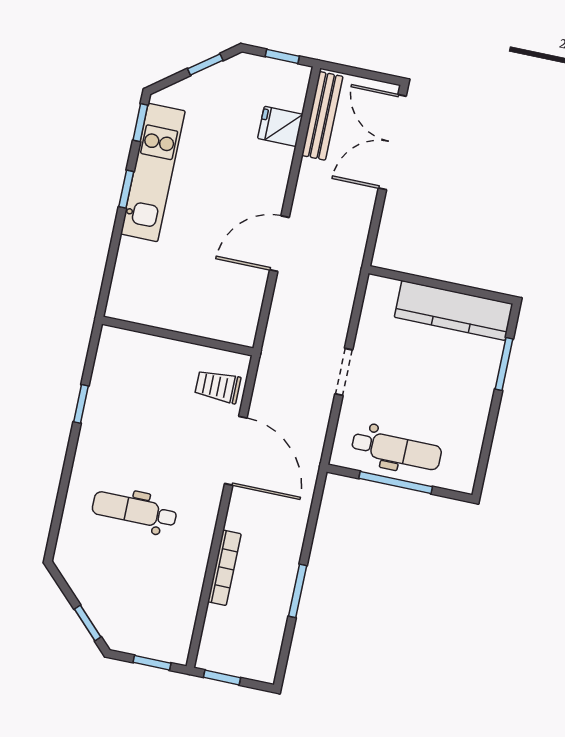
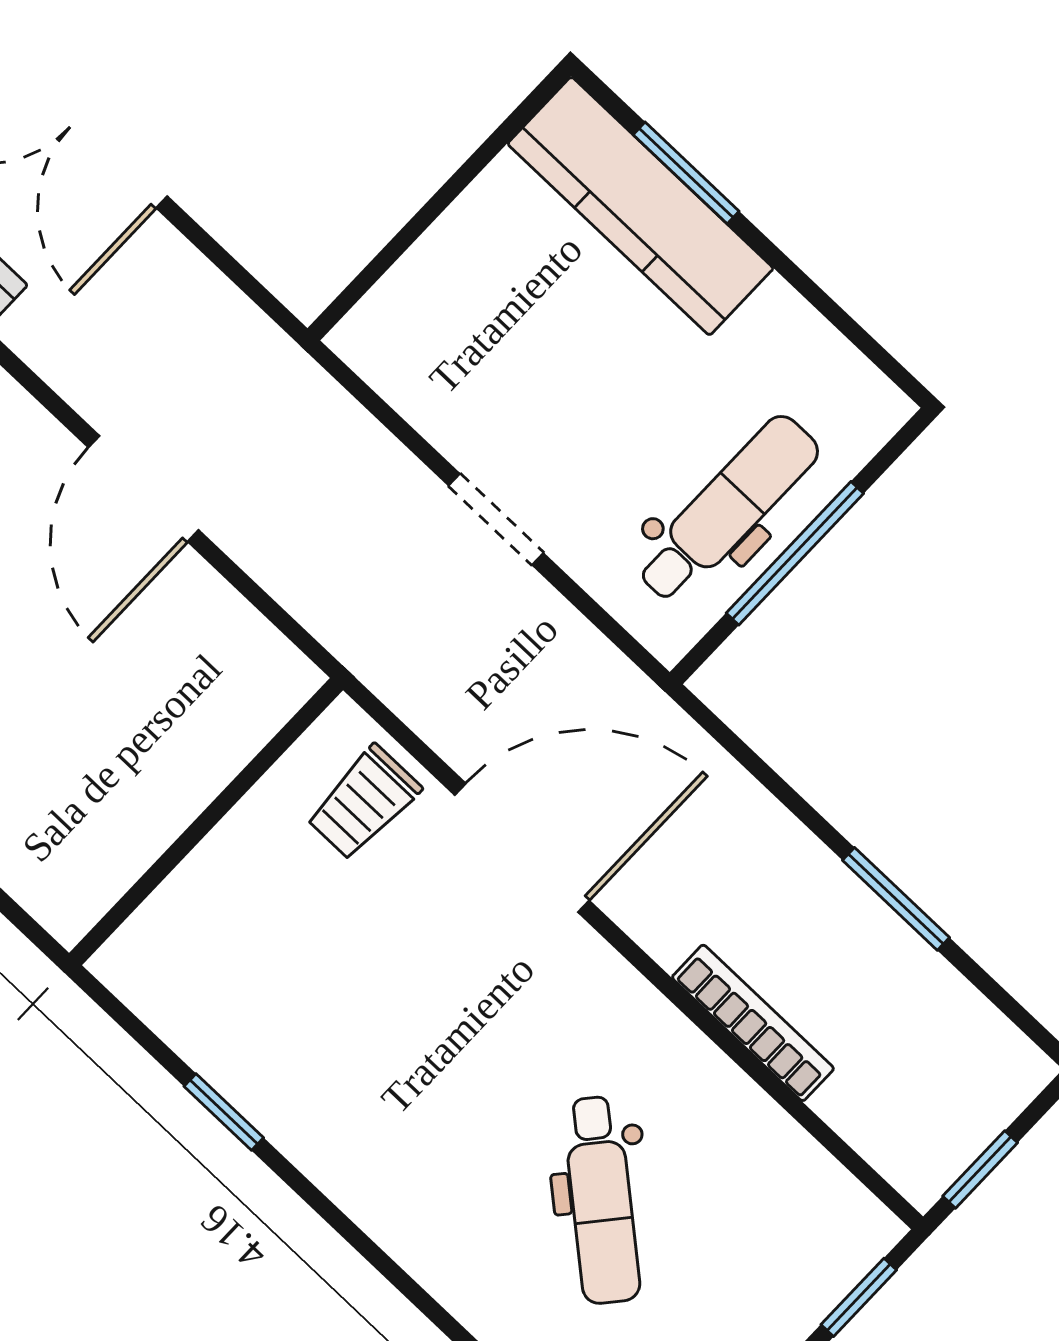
kitchen counter: (454, 310) -> (640, 206), moved, turned 90
dental chair: (134, 510) -> (601, 1200), moved, turned -50

